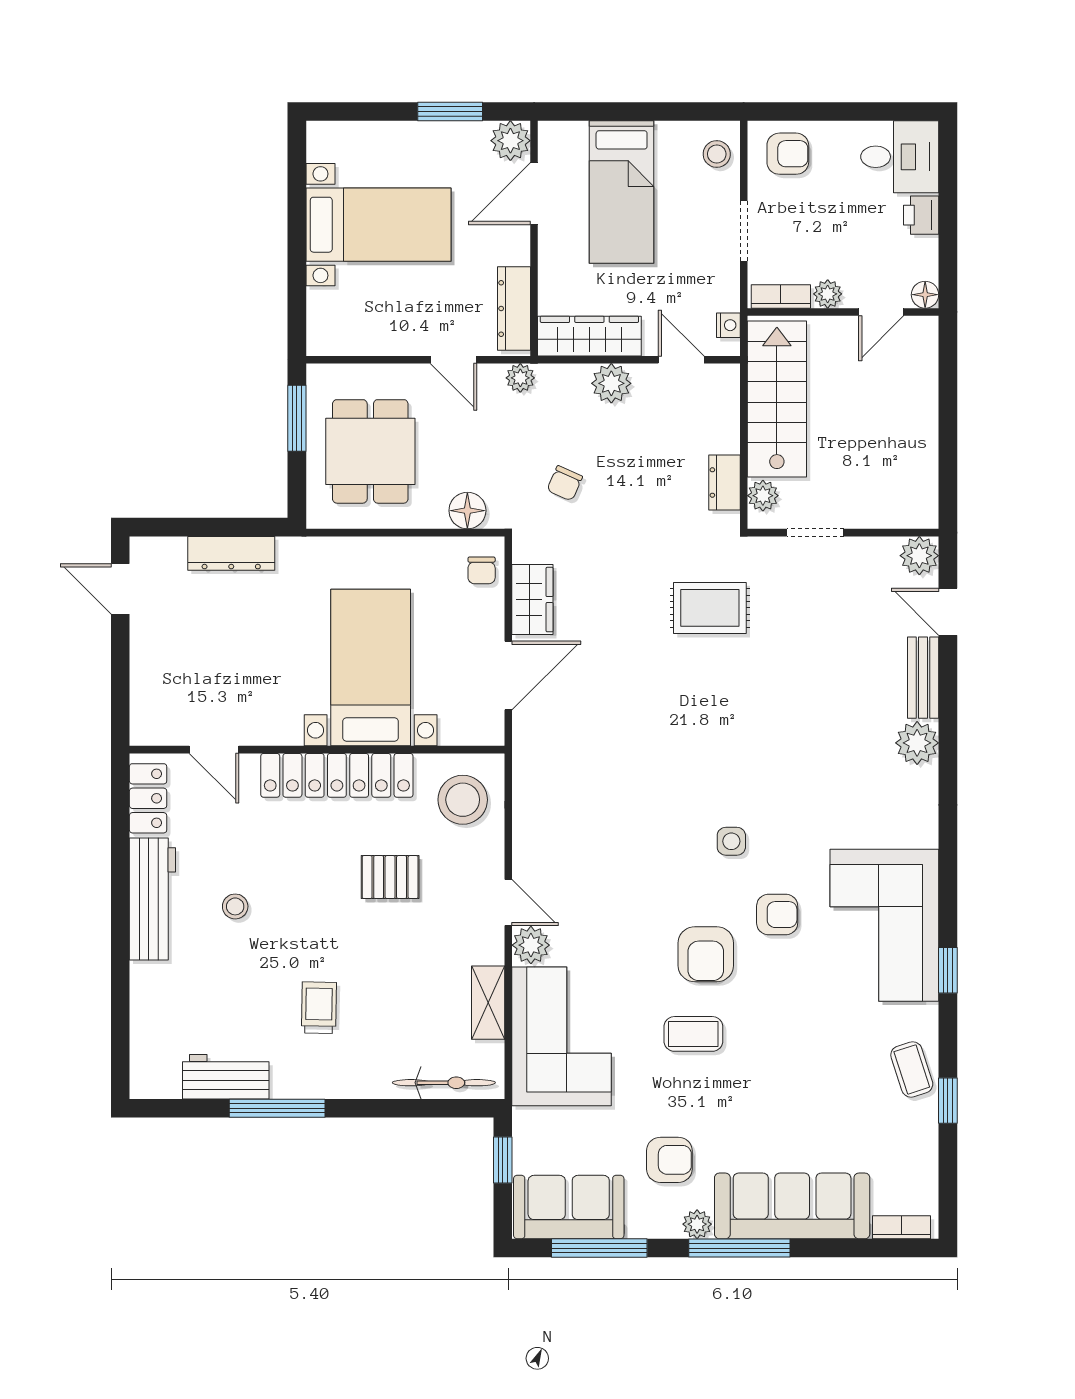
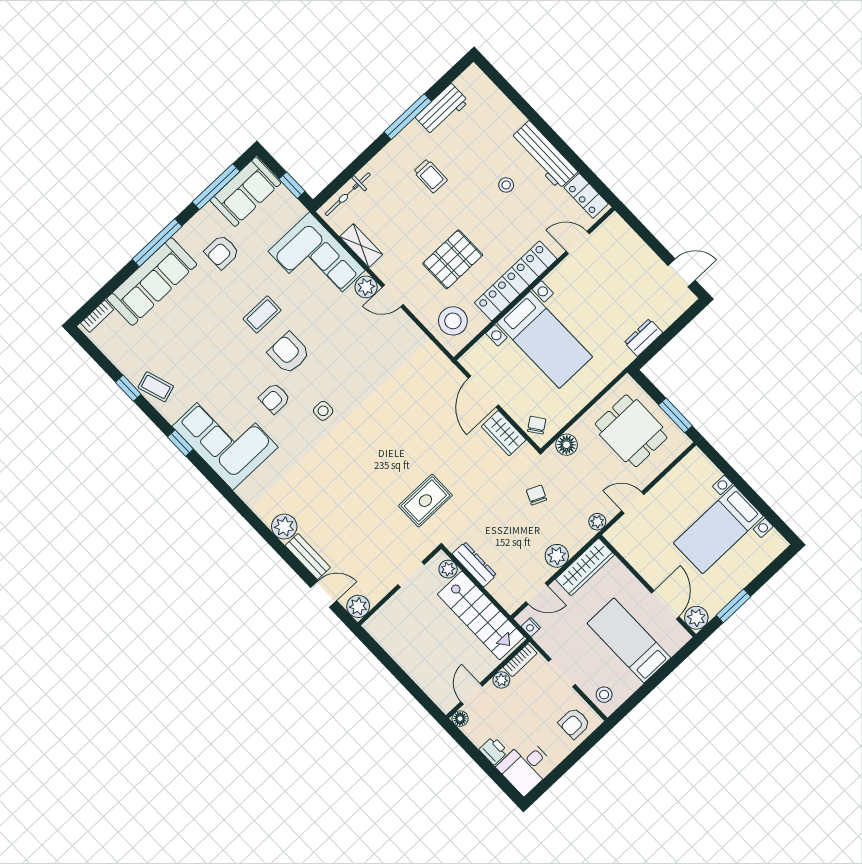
dresser: (514, 308) -> (628, 548), removed
dresser: (724, 482) -> (474, 564), width x1.44
dresser: (231, 553) -> (643, 337), width x0.70
chair: (482, 570) -> (537, 425), turned 54
pallet: (390, 877) -> (453, 259), width x1.50, depth x1.42
plant: (697, 1224) -> (184, 236), removed

